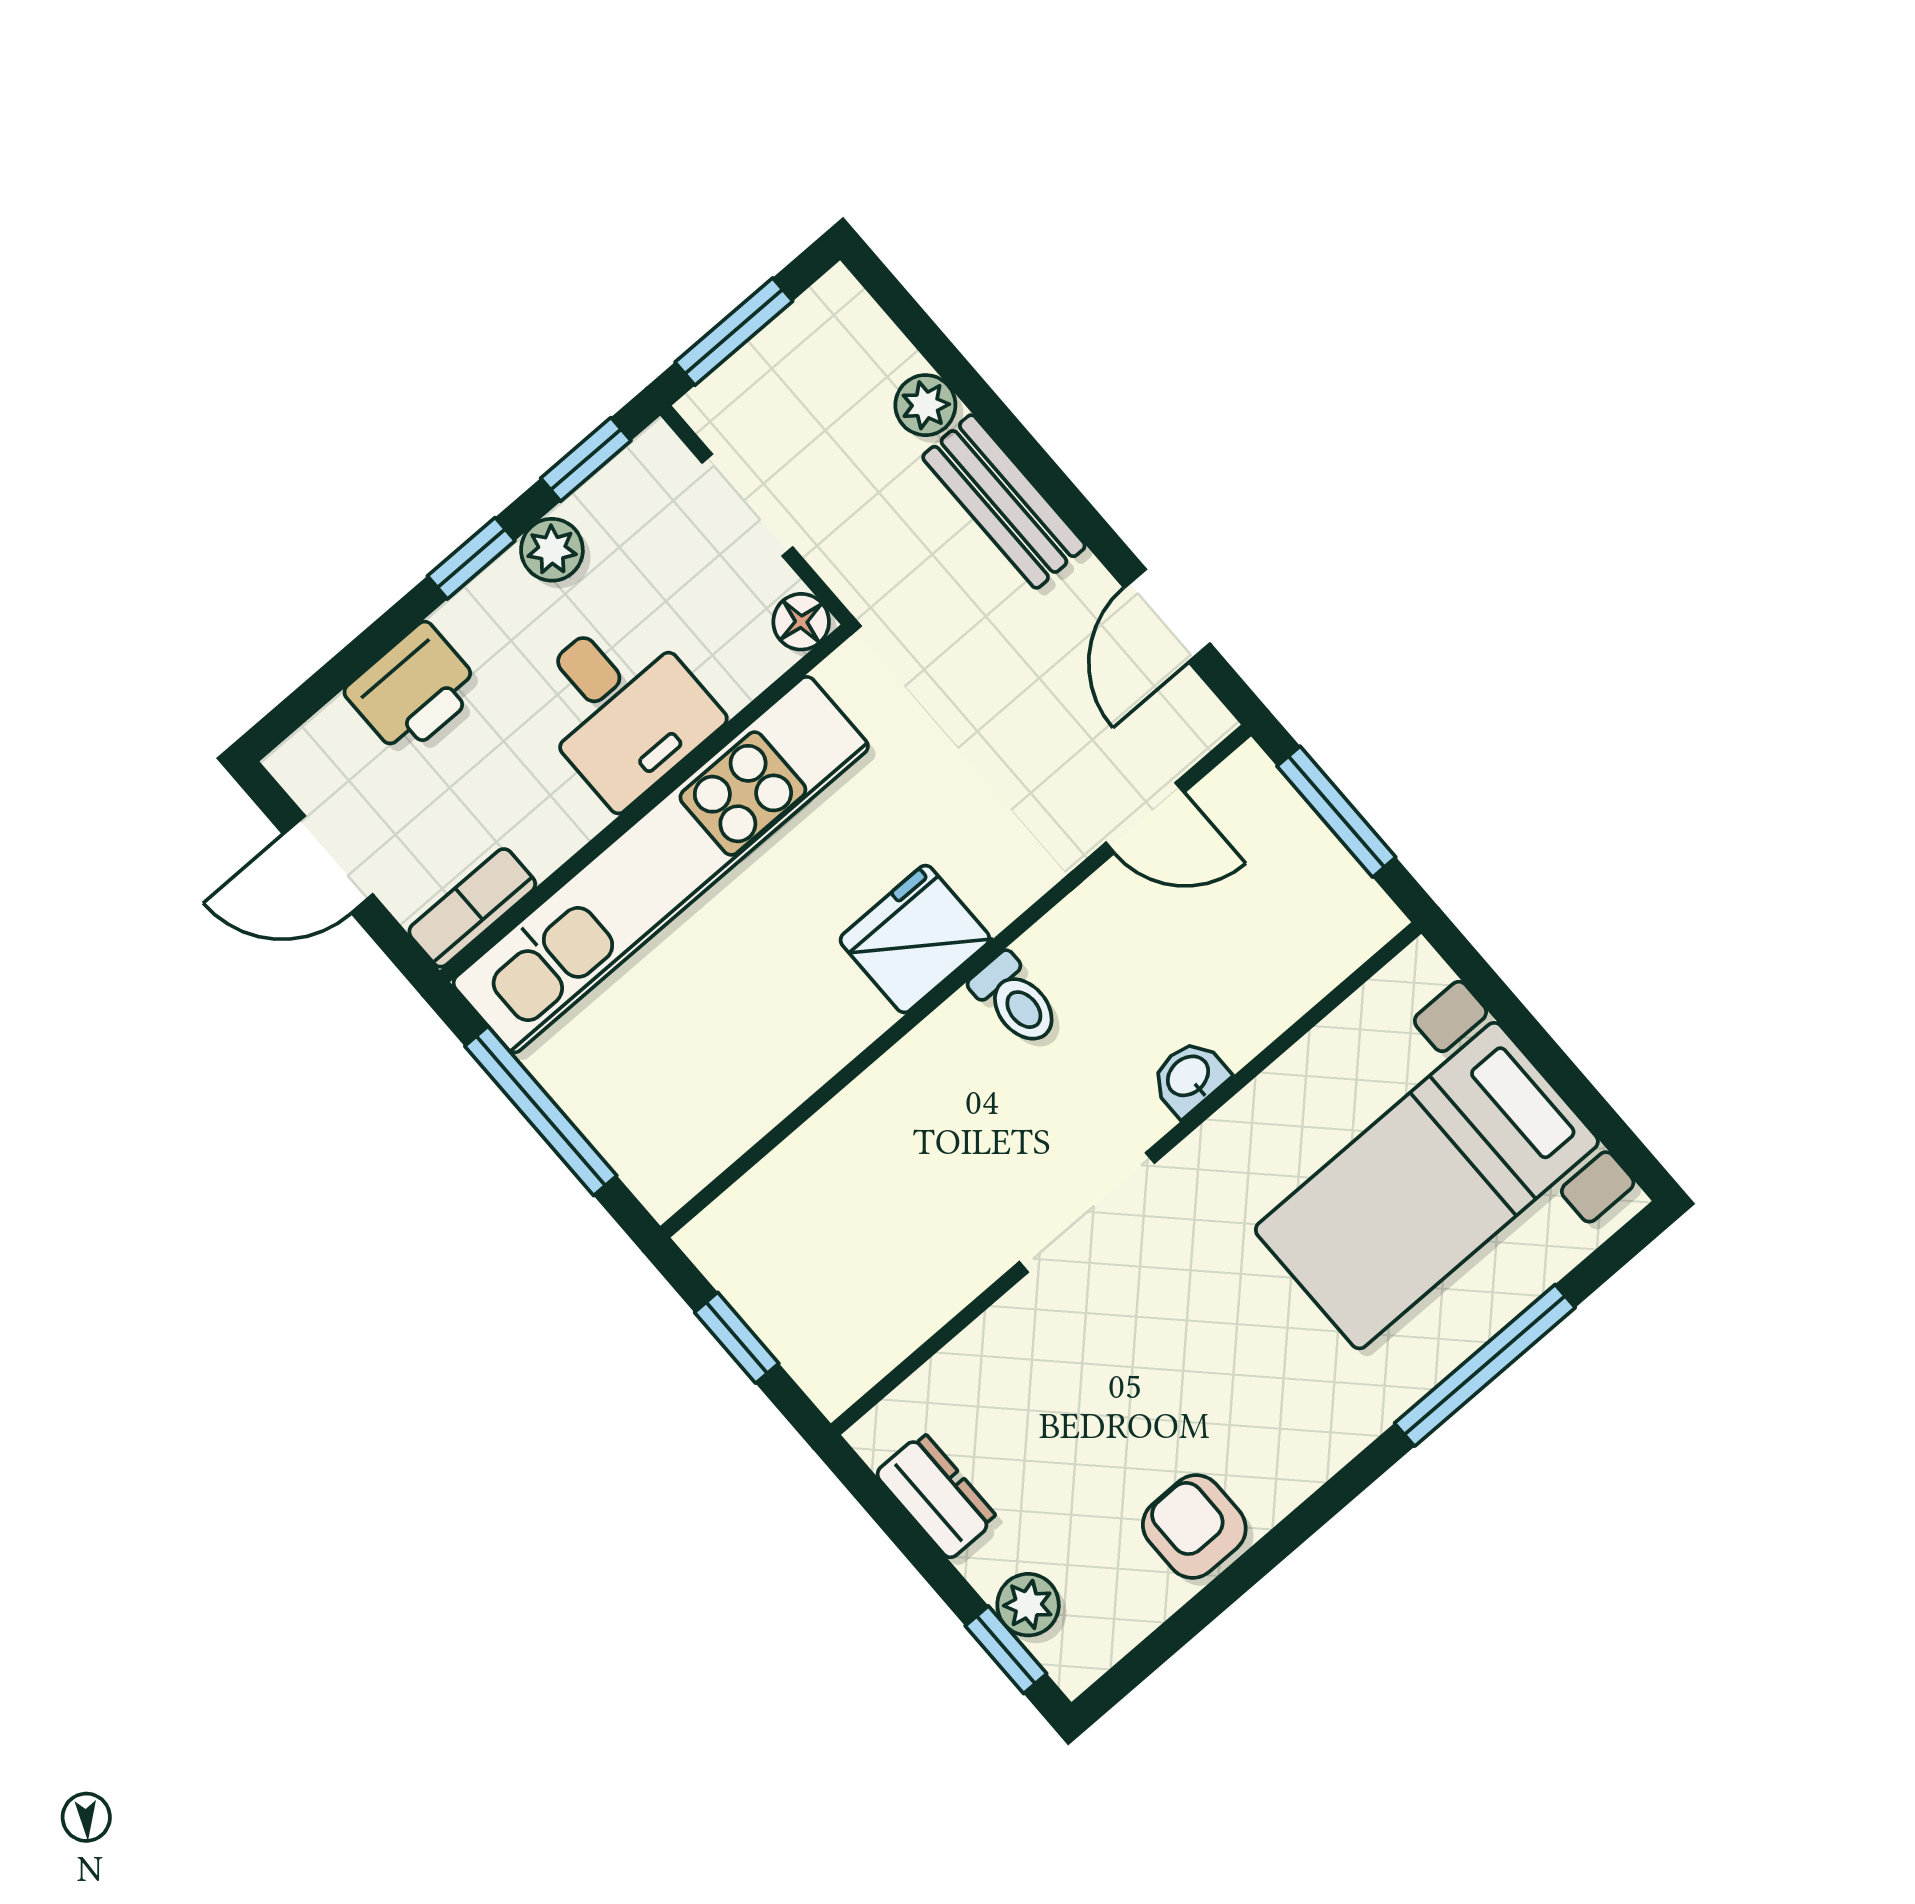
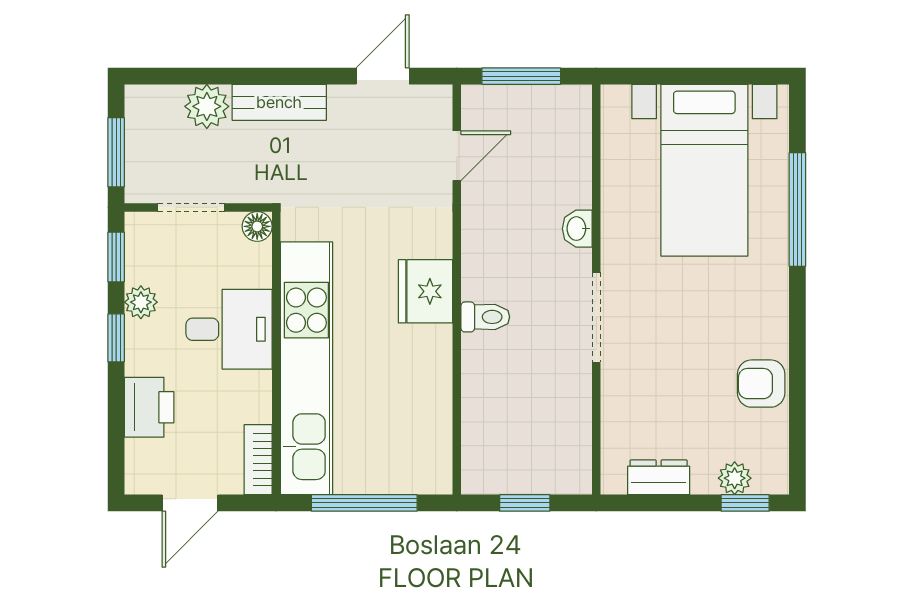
plant: (925, 405) -> (207, 106), width x1.38, depth x1.38
door: (1167, 616) -> (383, 76), swing flipped
toilet: (1016, 1000) -> (485, 317), moved

